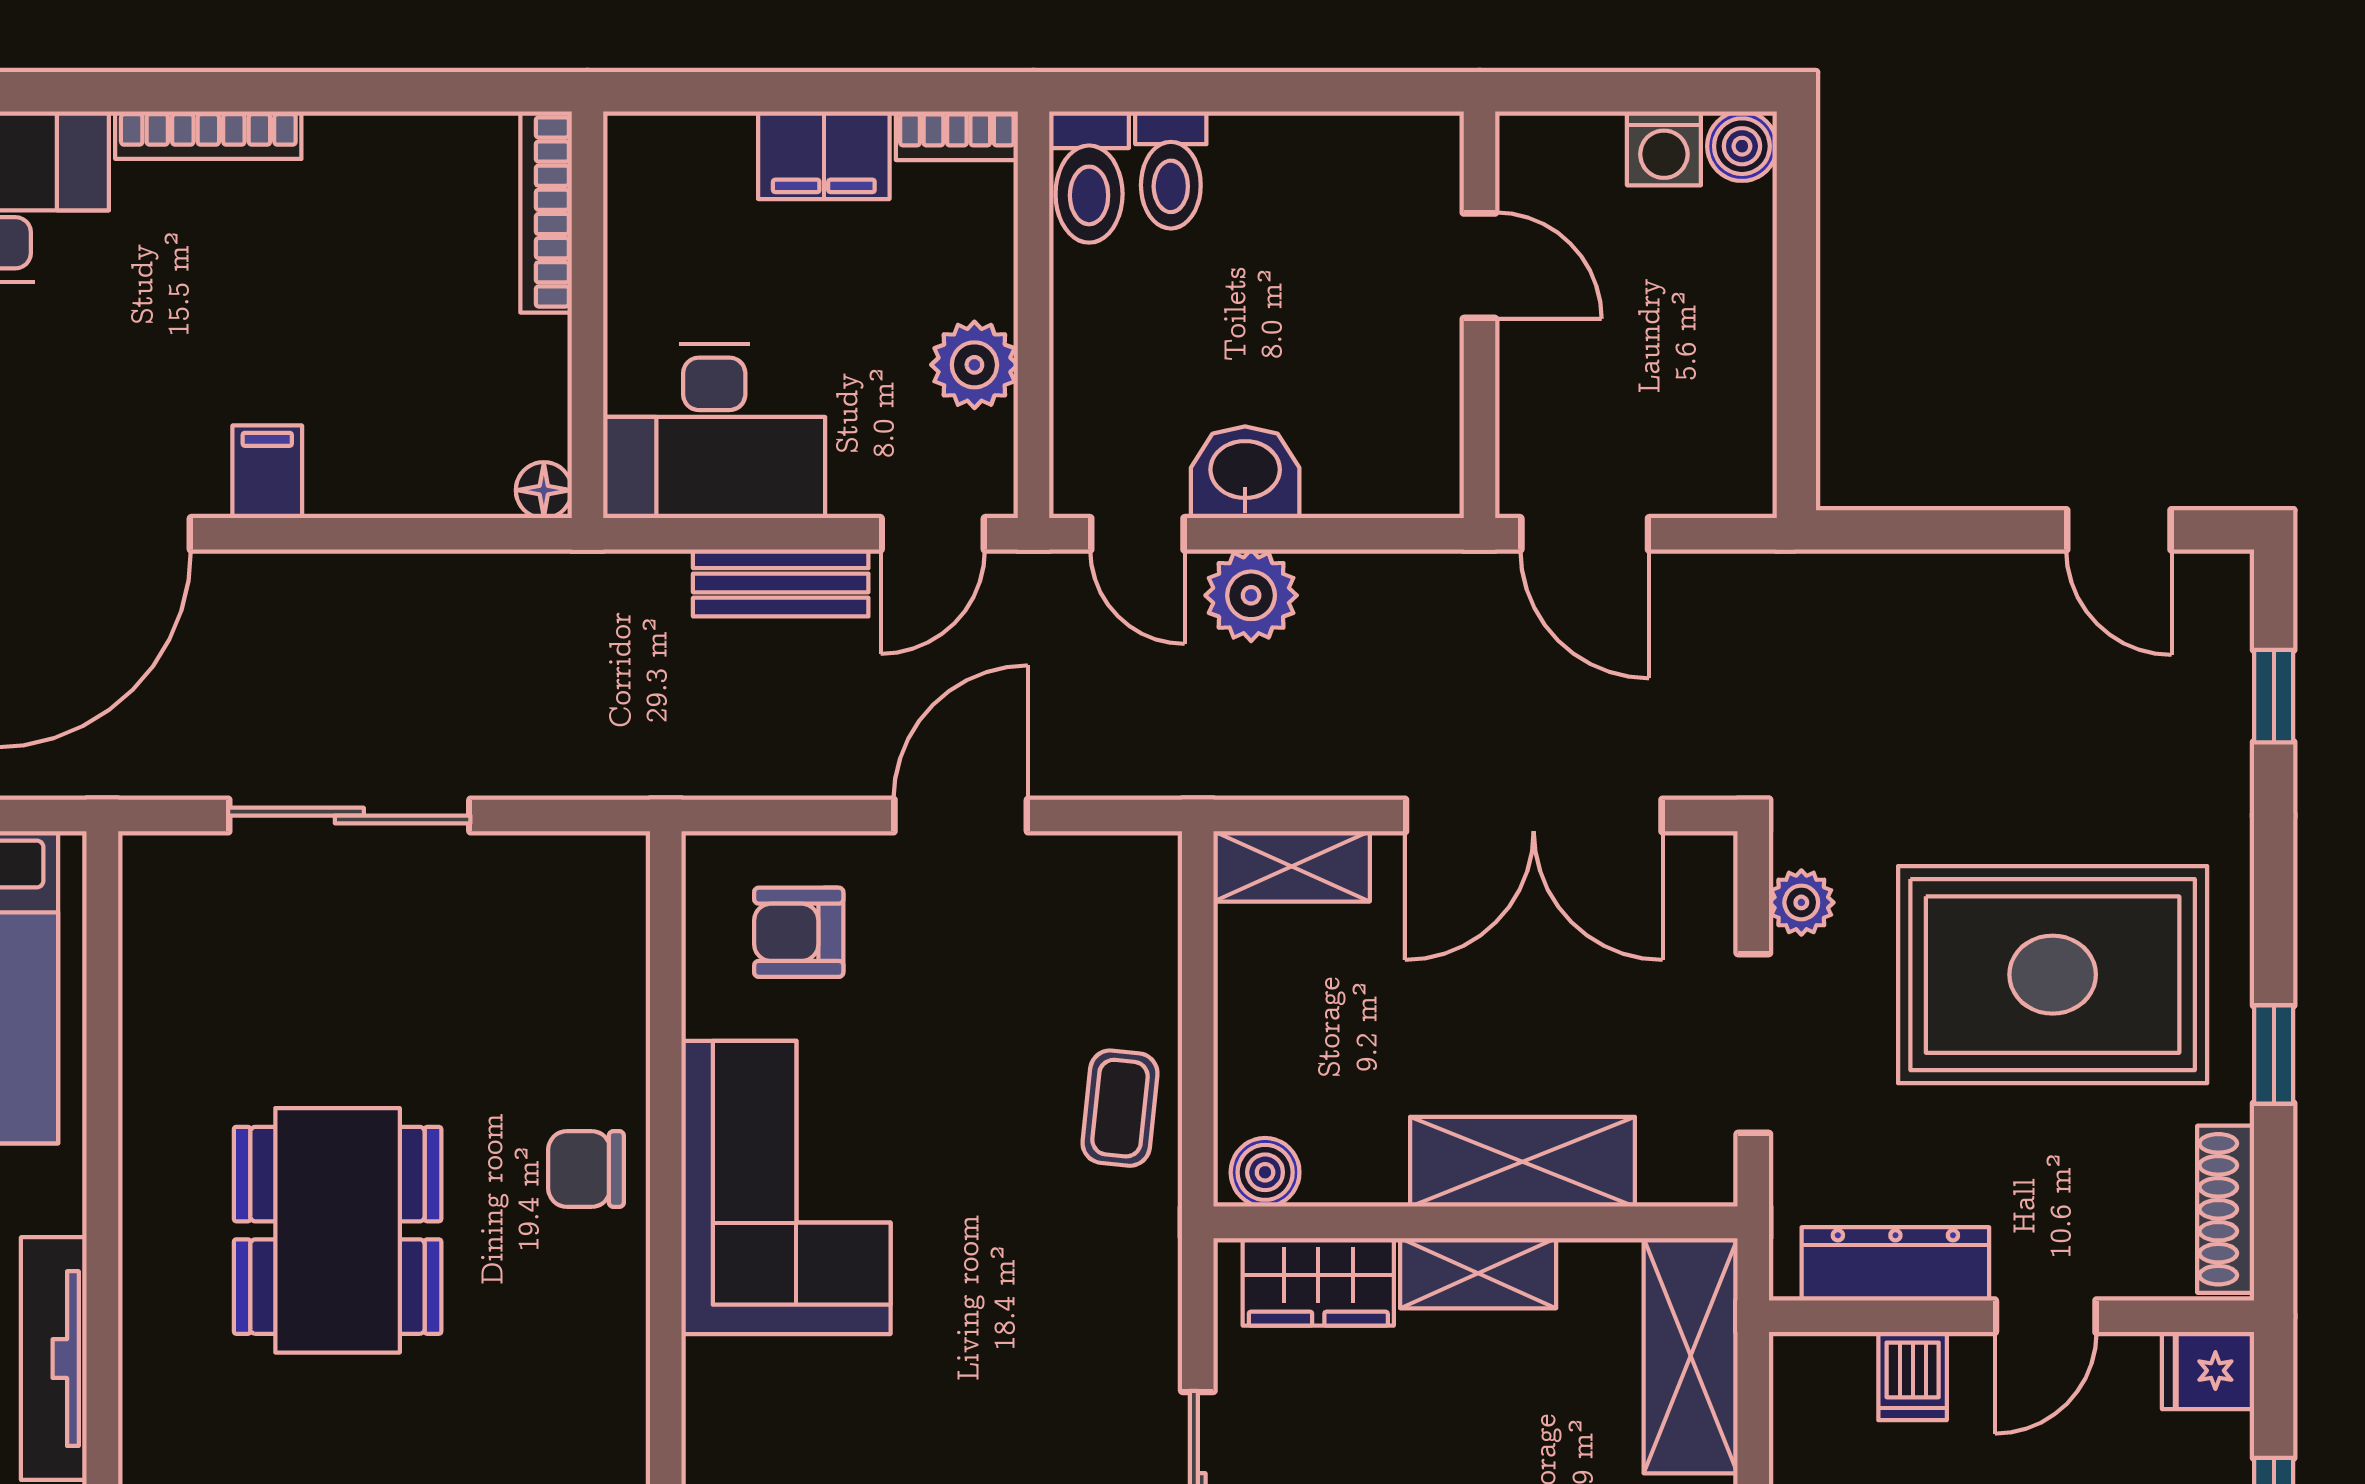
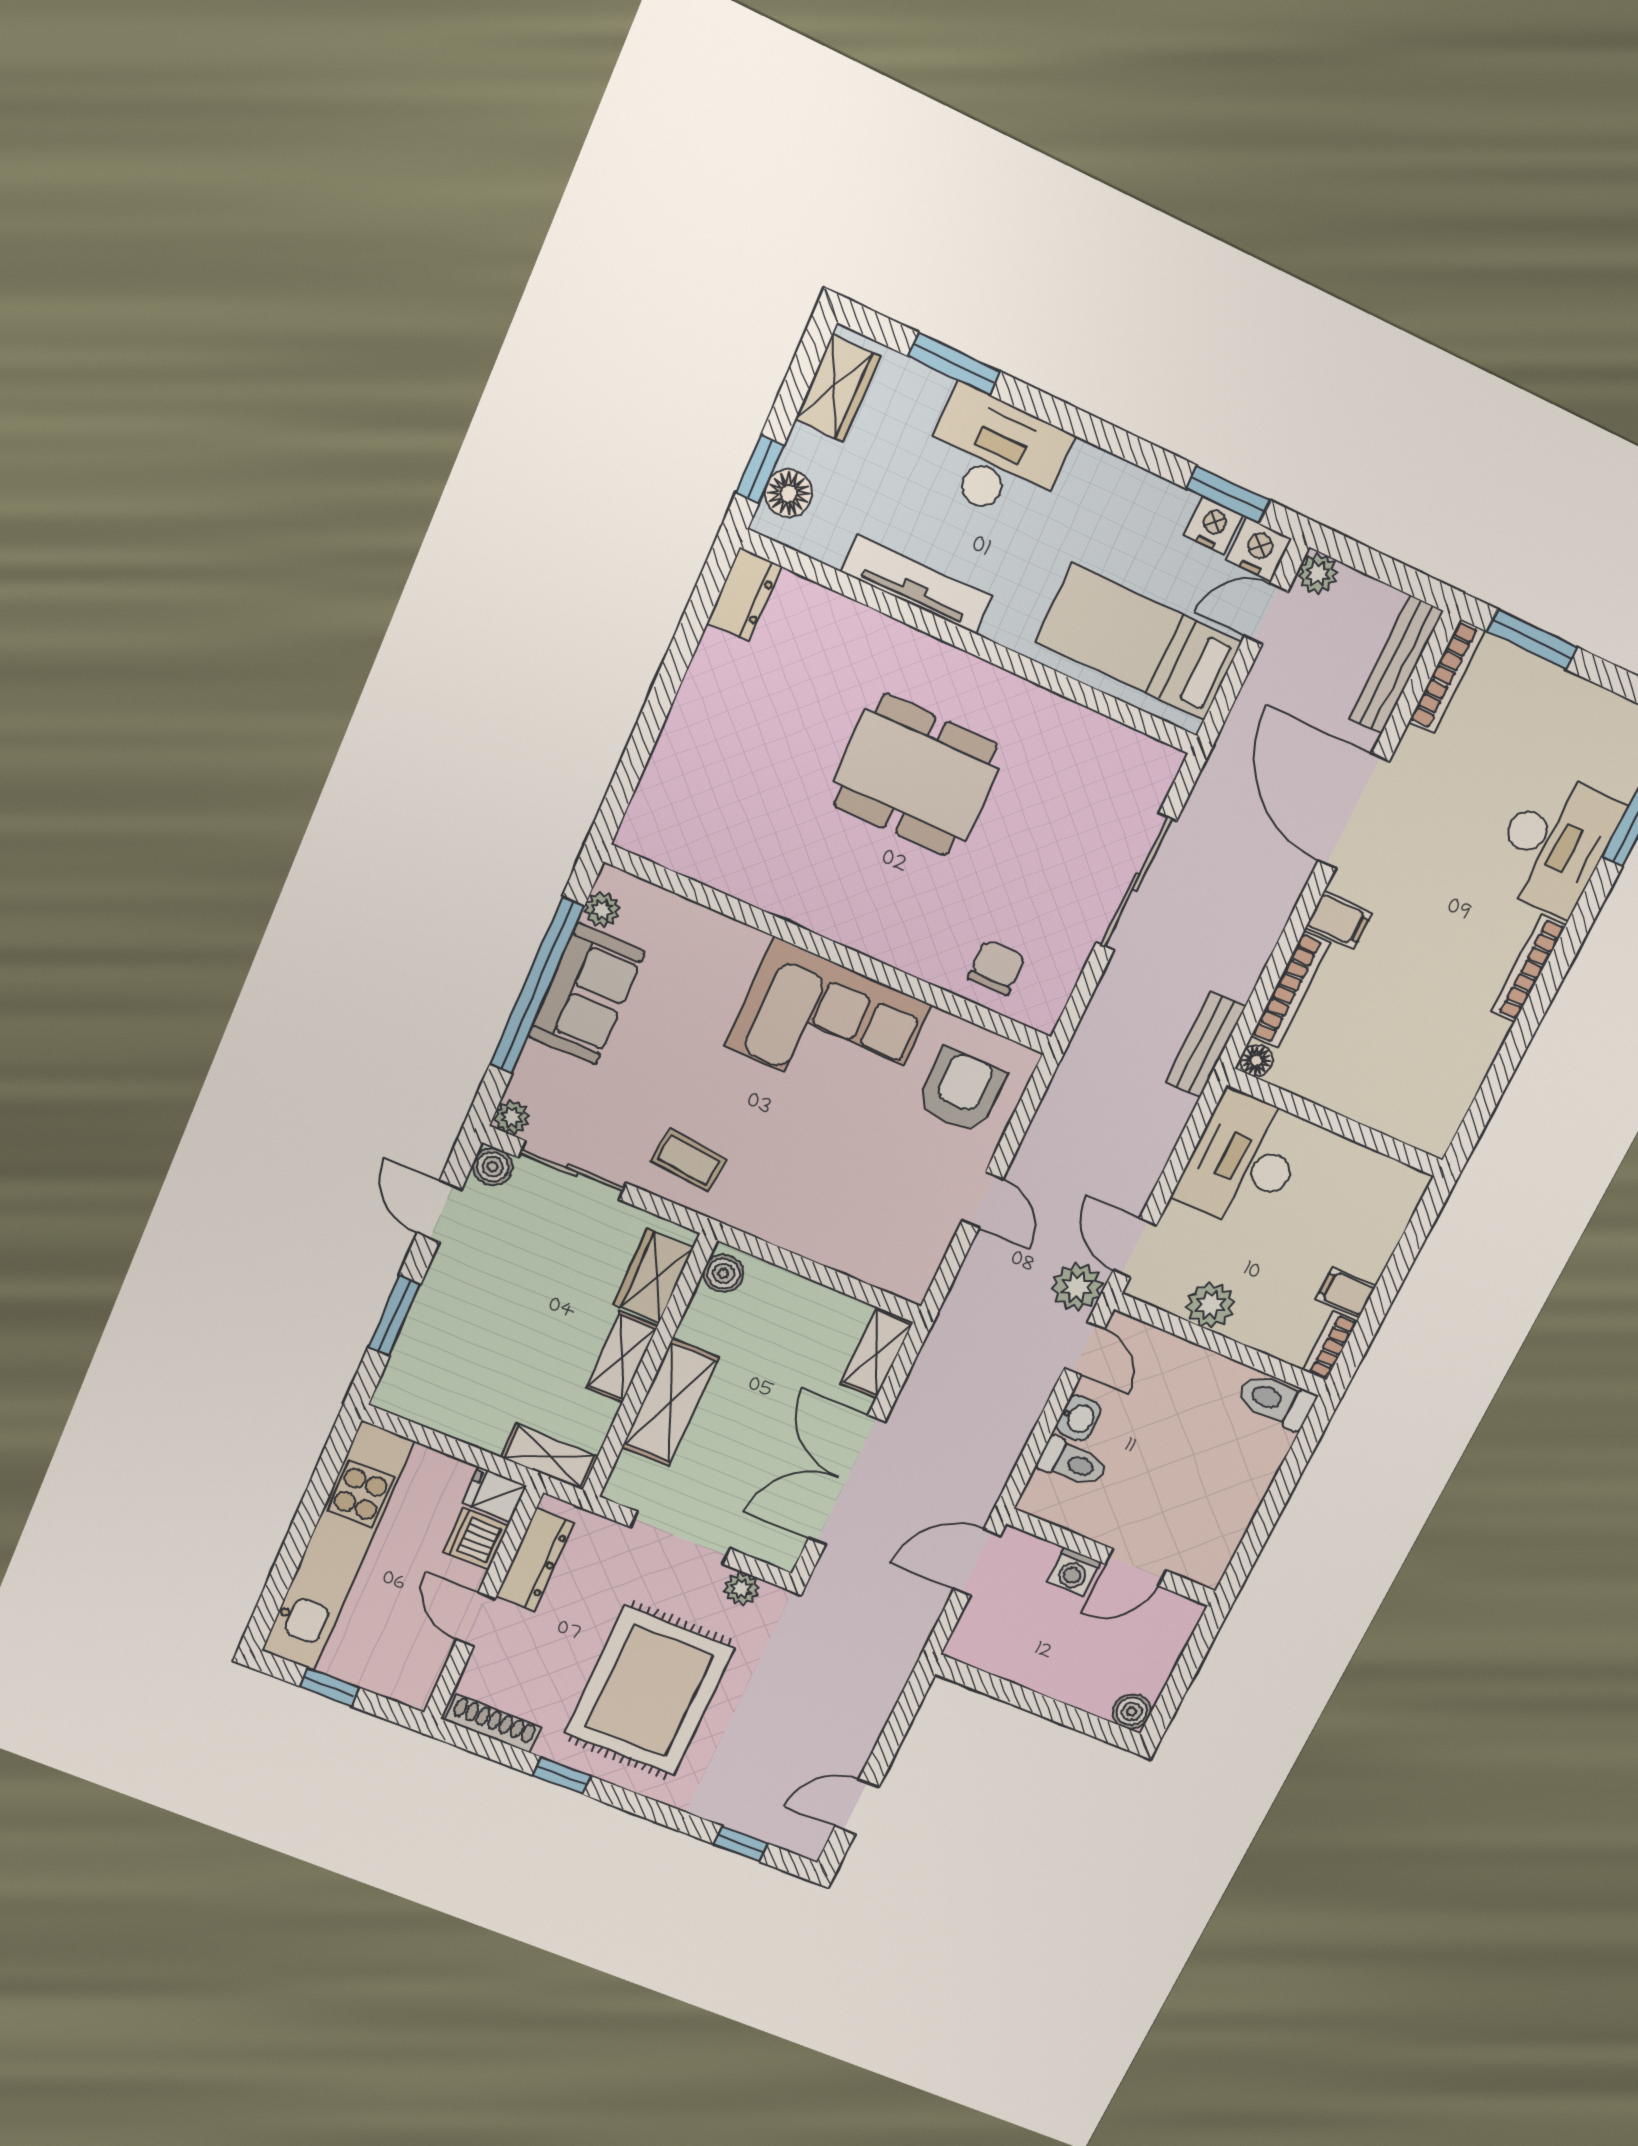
washing machine: (1664, 148) -> (1074, 1572), moved, turned -90
filing cabinet: (824, 155) -> (1346, 1292), width x0.50
toilet: (1171, 170) -> (1072, 1463), moved, turned 180
bookcase: (546, 212) -> (1290, 990), moved, turned 90
washbasin: (1245, 472) -> (1078, 1418), width x0.72, depth x0.69
door: (1137, 534) -> (1084, 1349), swing flipped
bench: (781, 583) -> (1206, 1044), moved
plant: (1251, 595) -> (1077, 1287), moved
door: (961, 816) -> (982, 1200), width x0.73
armchair: (799, 932) -> (961, 1091), width x1.38, depth x1.38
coffee table: (1120, 1108) -> (689, 1160), moved
chair: (586, 1169) -> (997, 967), moved
shelving: (1691, 1356) -> (550, 1457), width x0.67, depth x0.75
fridge: (2208, 1371) -> (494, 1495), moved, turned -90
dishwasher: (1913, 1376) -> (476, 1539), width x1.38

